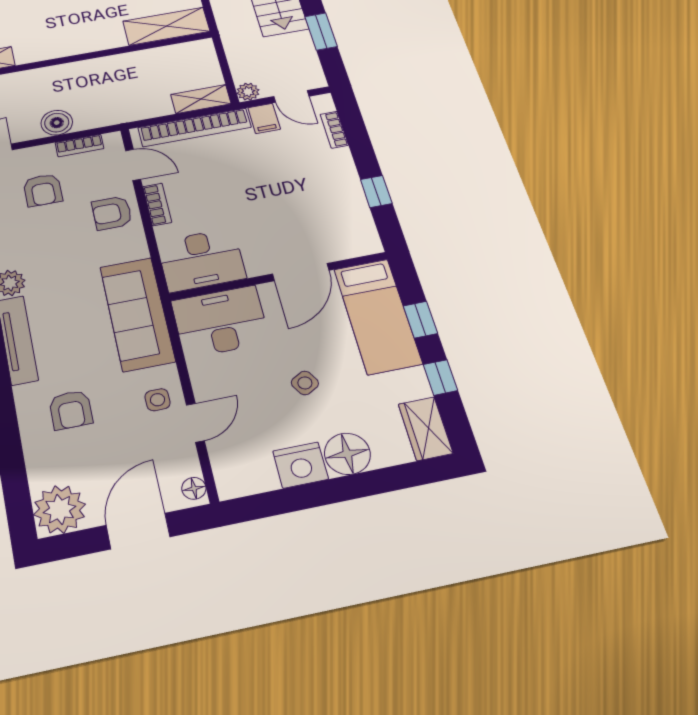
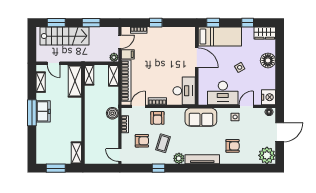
shelving: (189, 51) -> (89, 75), added
boiler: (57, 123) -> (112, 113), moved
window: (376, 191) -> (156, 23), moved
coffee table: (45, 238) -> (163, 143), added
sofa: (137, 314) -> (201, 117), width x0.73
window: (420, 320) -> (213, 23), moved
desk: (220, 322) -> (223, 93), moved, turned -90
door: (195, 423) -> (246, 106), hinge flipped
nightstand: (301, 465) -> (269, 97), moved
door: (138, 531) -> (280, 132), swing flipped

